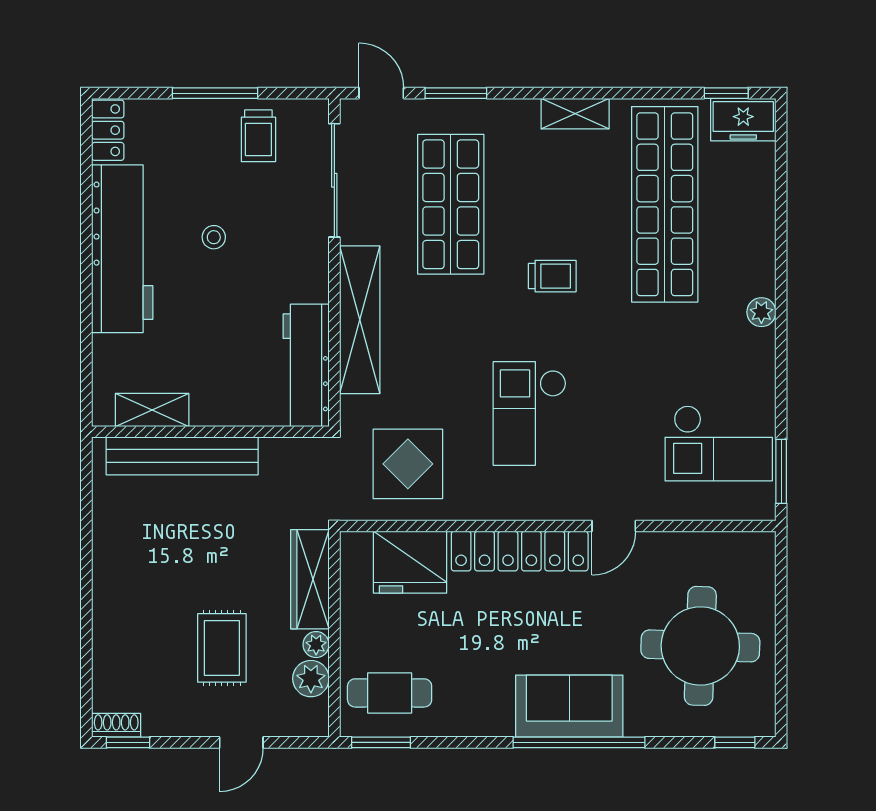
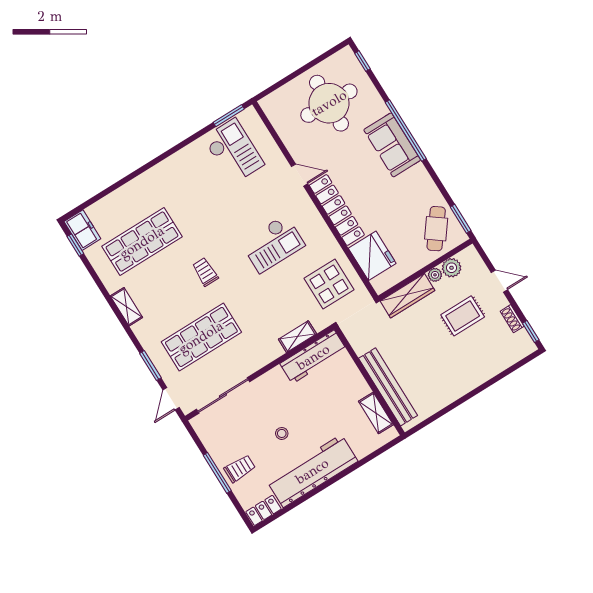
trolley: (258, 136) -> (240, 469), moved
shop shelf: (665, 204) -> (142, 242), width x0.71
plant: (761, 312) -> (163, 169), removed
shelving: (360, 320) -> (297, 337), width x0.45, depth x0.75
cafe table: (390, 693) -> (436, 229), turned 37
shoe rack: (116, 725) -> (512, 319), moved

